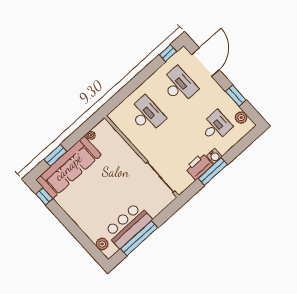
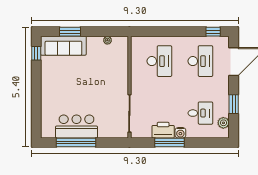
sofa: (68, 167) -> (63, 46), width x0.74, depth x0.79
plant: (102, 244) -> (47, 123), removed

